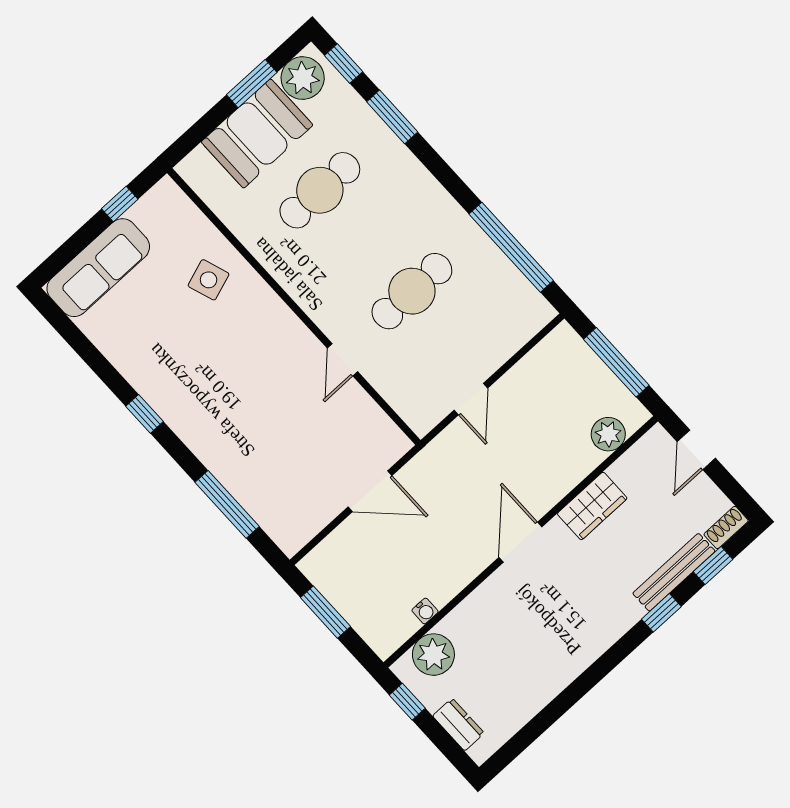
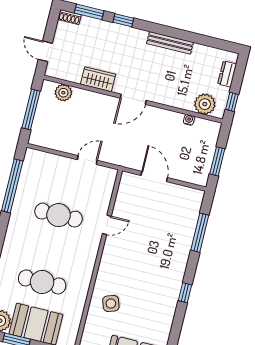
door: (696, 450) -> (45, 51), swing flipped
window: (713, 566) -> (89, 12), width x1.50
bench: (674, 572) -> (170, 43), moved

